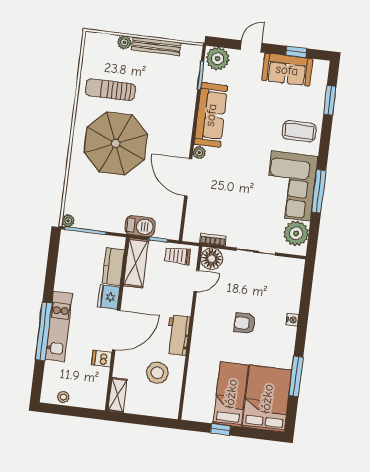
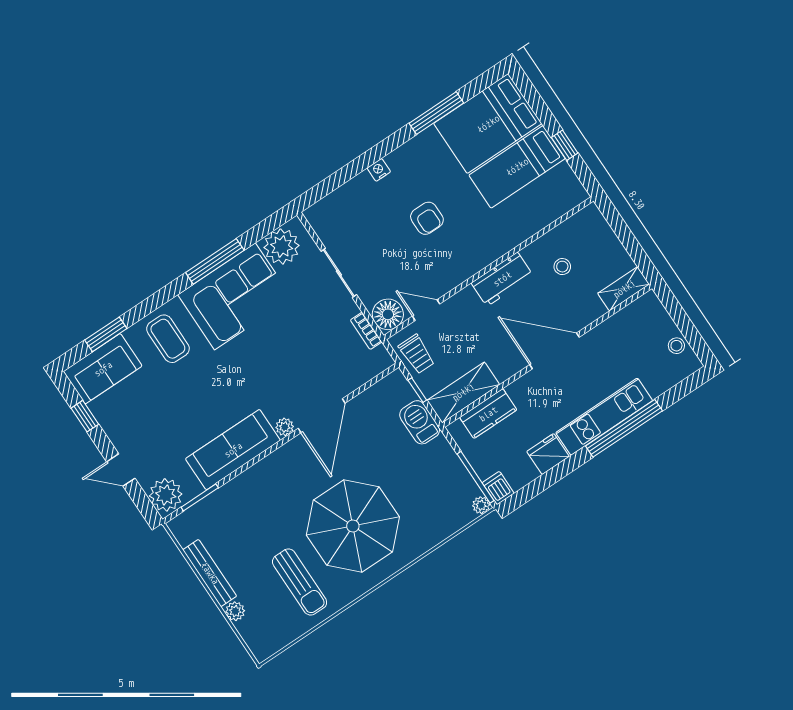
sofa: (287, 70) -> (103, 369), moved, turned 90
fridge: (109, 297) -> (548, 454), moved, turned 180
dishwasher: (102, 359) -> (498, 488), moved, turned 180
stool: (157, 373) -> (562, 267), width x0.53, depth x0.53

